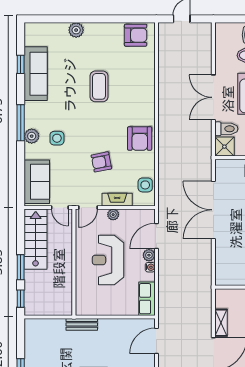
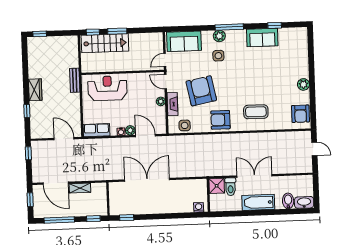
plant: (76, 30) -> (303, 84), moved
sofa: (36, 74) -> (262, 37), width x0.73
coffee table: (99, 86) -> (256, 112), moved
armchair: (101, 162) -> (201, 91), width x1.88, depth x1.88
double door: (213, 210) -> (147, 180), moved
stairs: (36, 239) -> (105, 43), moved
reception desk: (108, 260) -> (107, 88), moved

